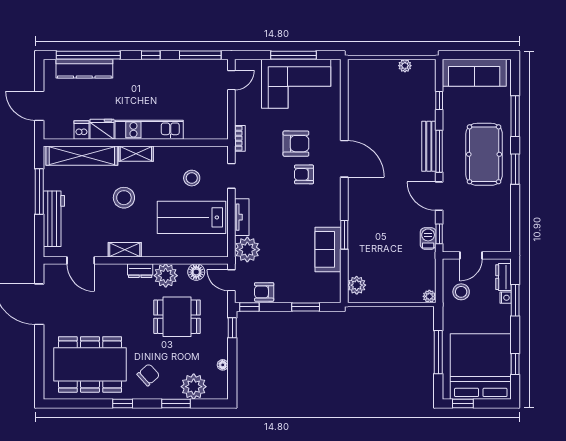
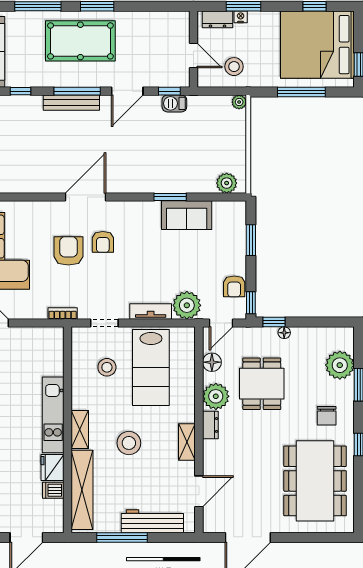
floor lamp: (223, 365) -> (284, 333), moved
chair: (148, 375) -> (327, 416), turned -138

